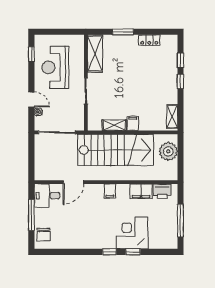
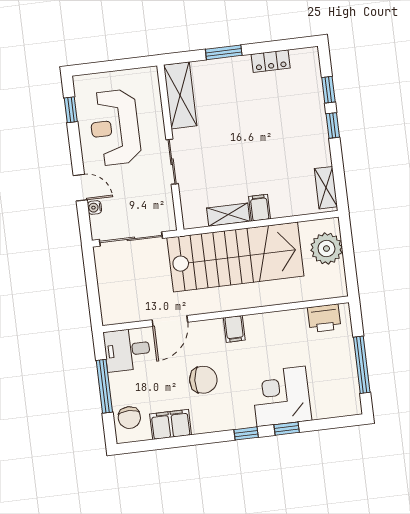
filing cabinet: (141, 191) -> (171, 424), moved, turned 180
chair: (89, 218) -> (203, 380), added

